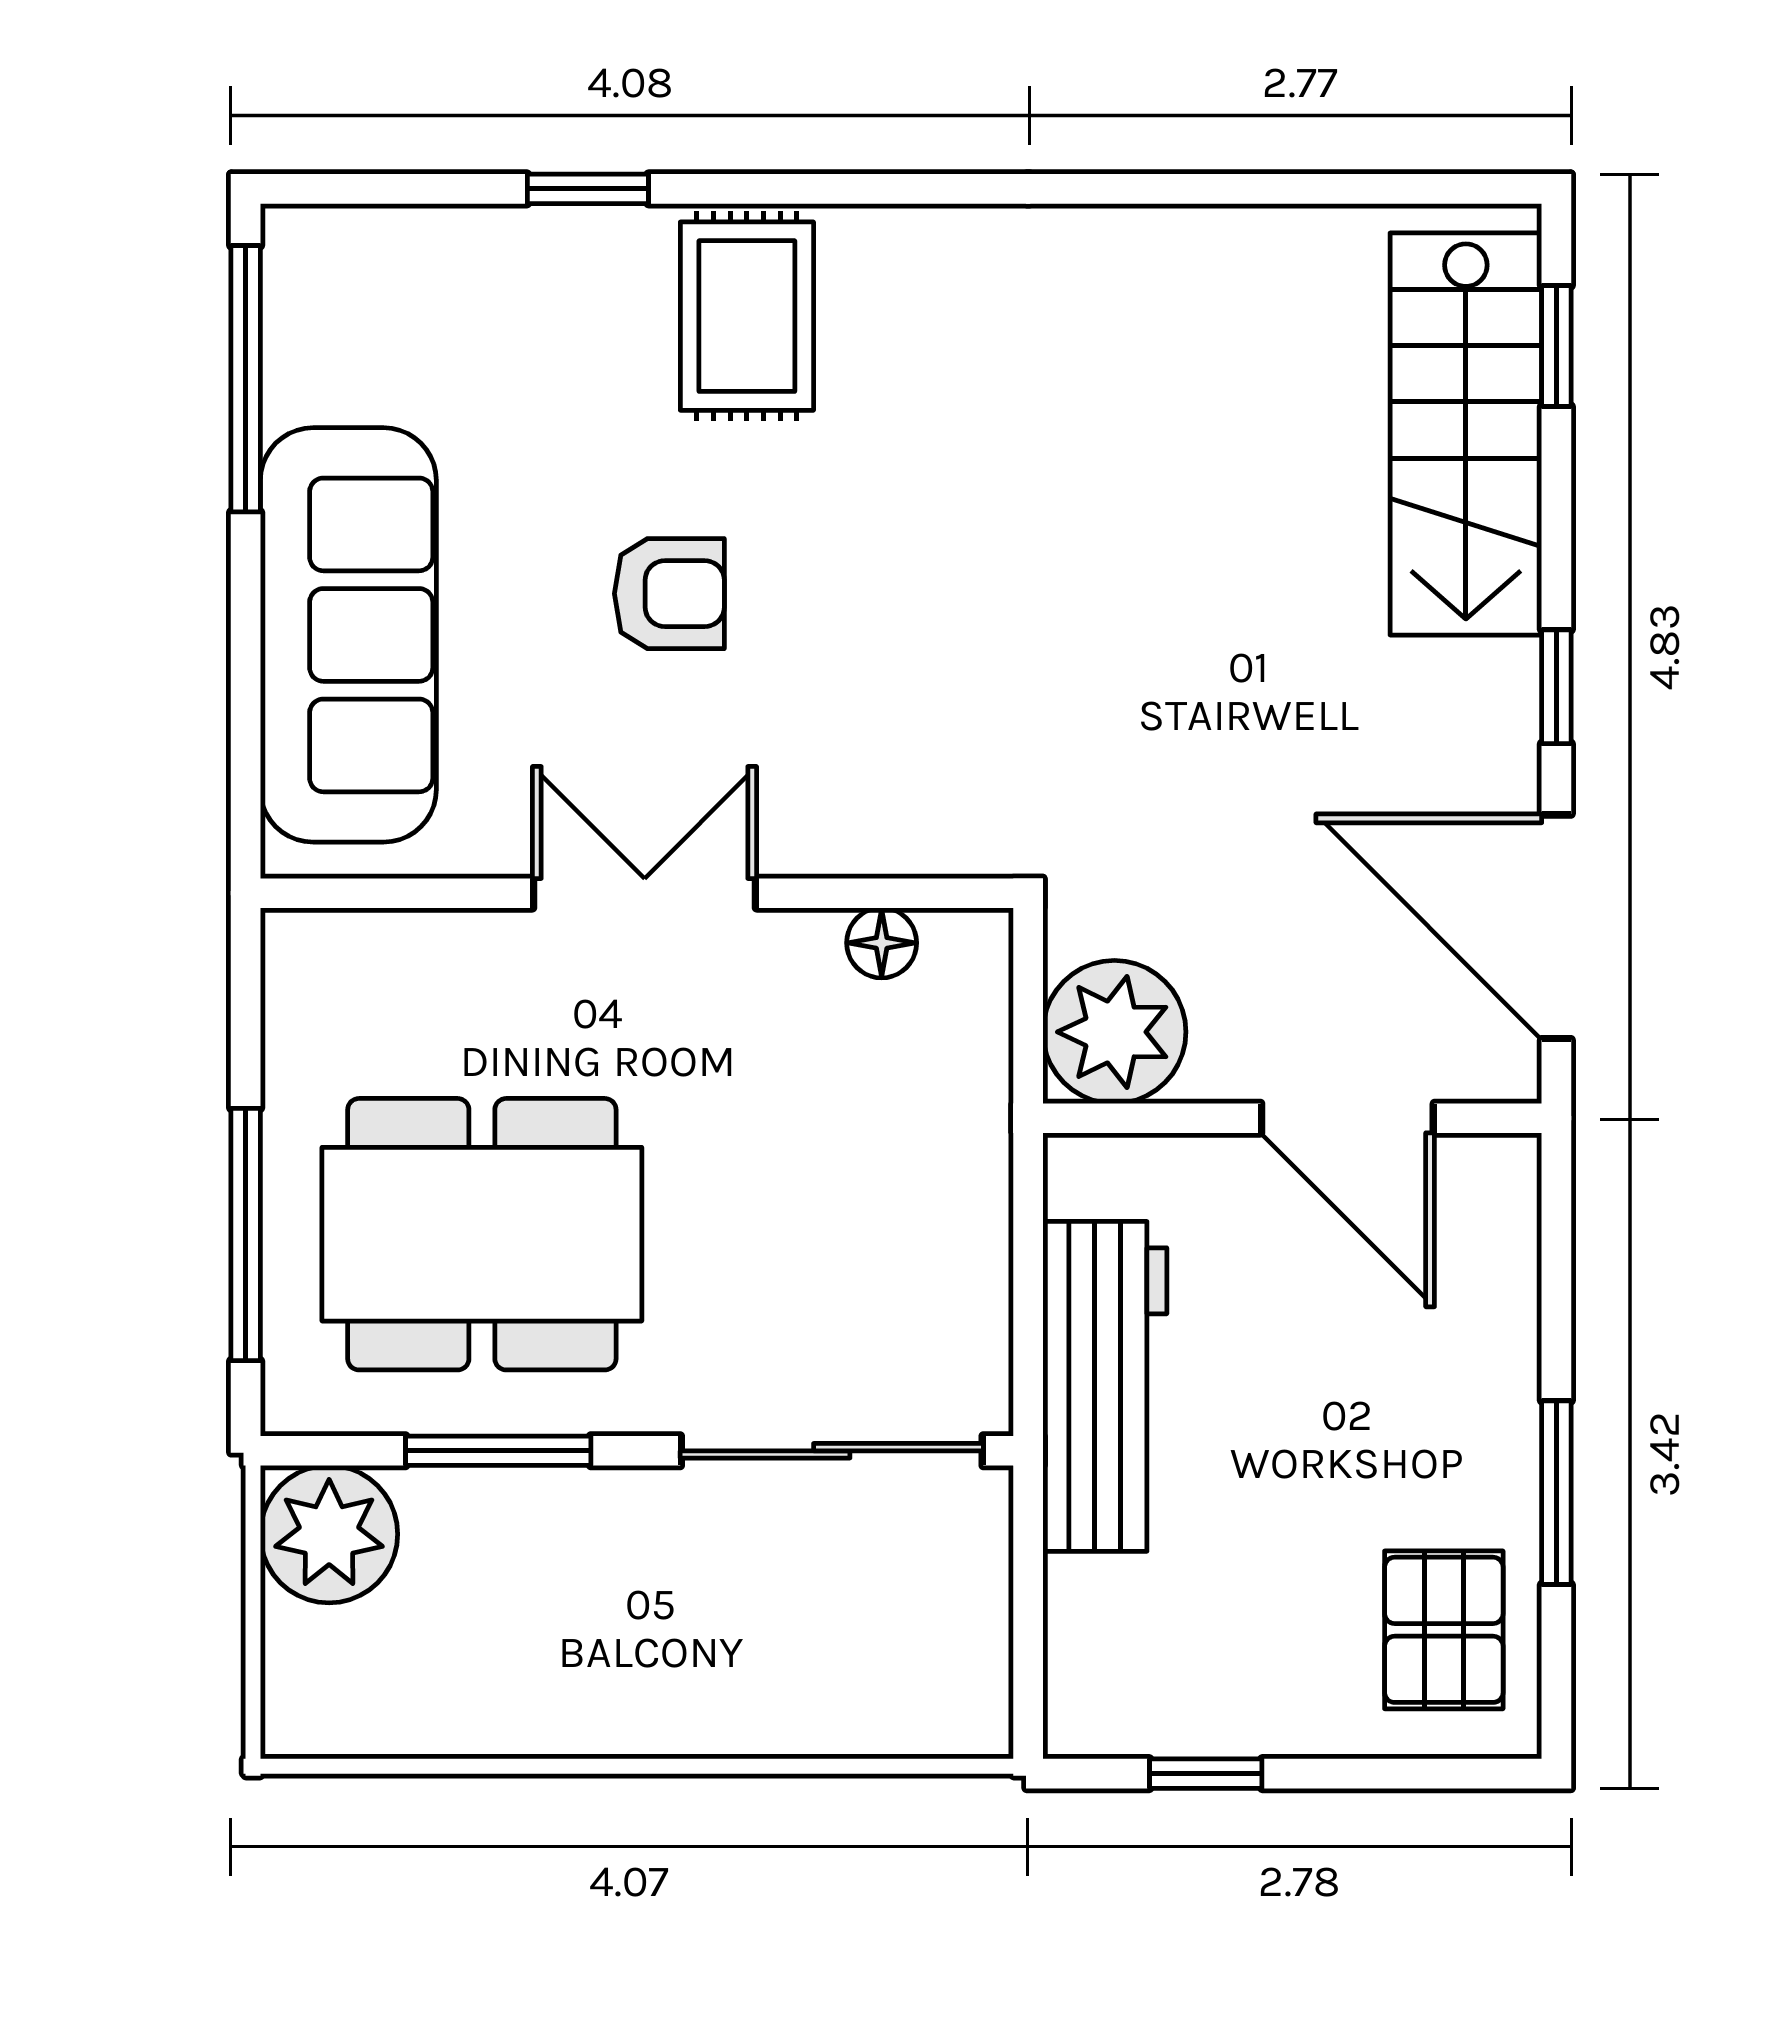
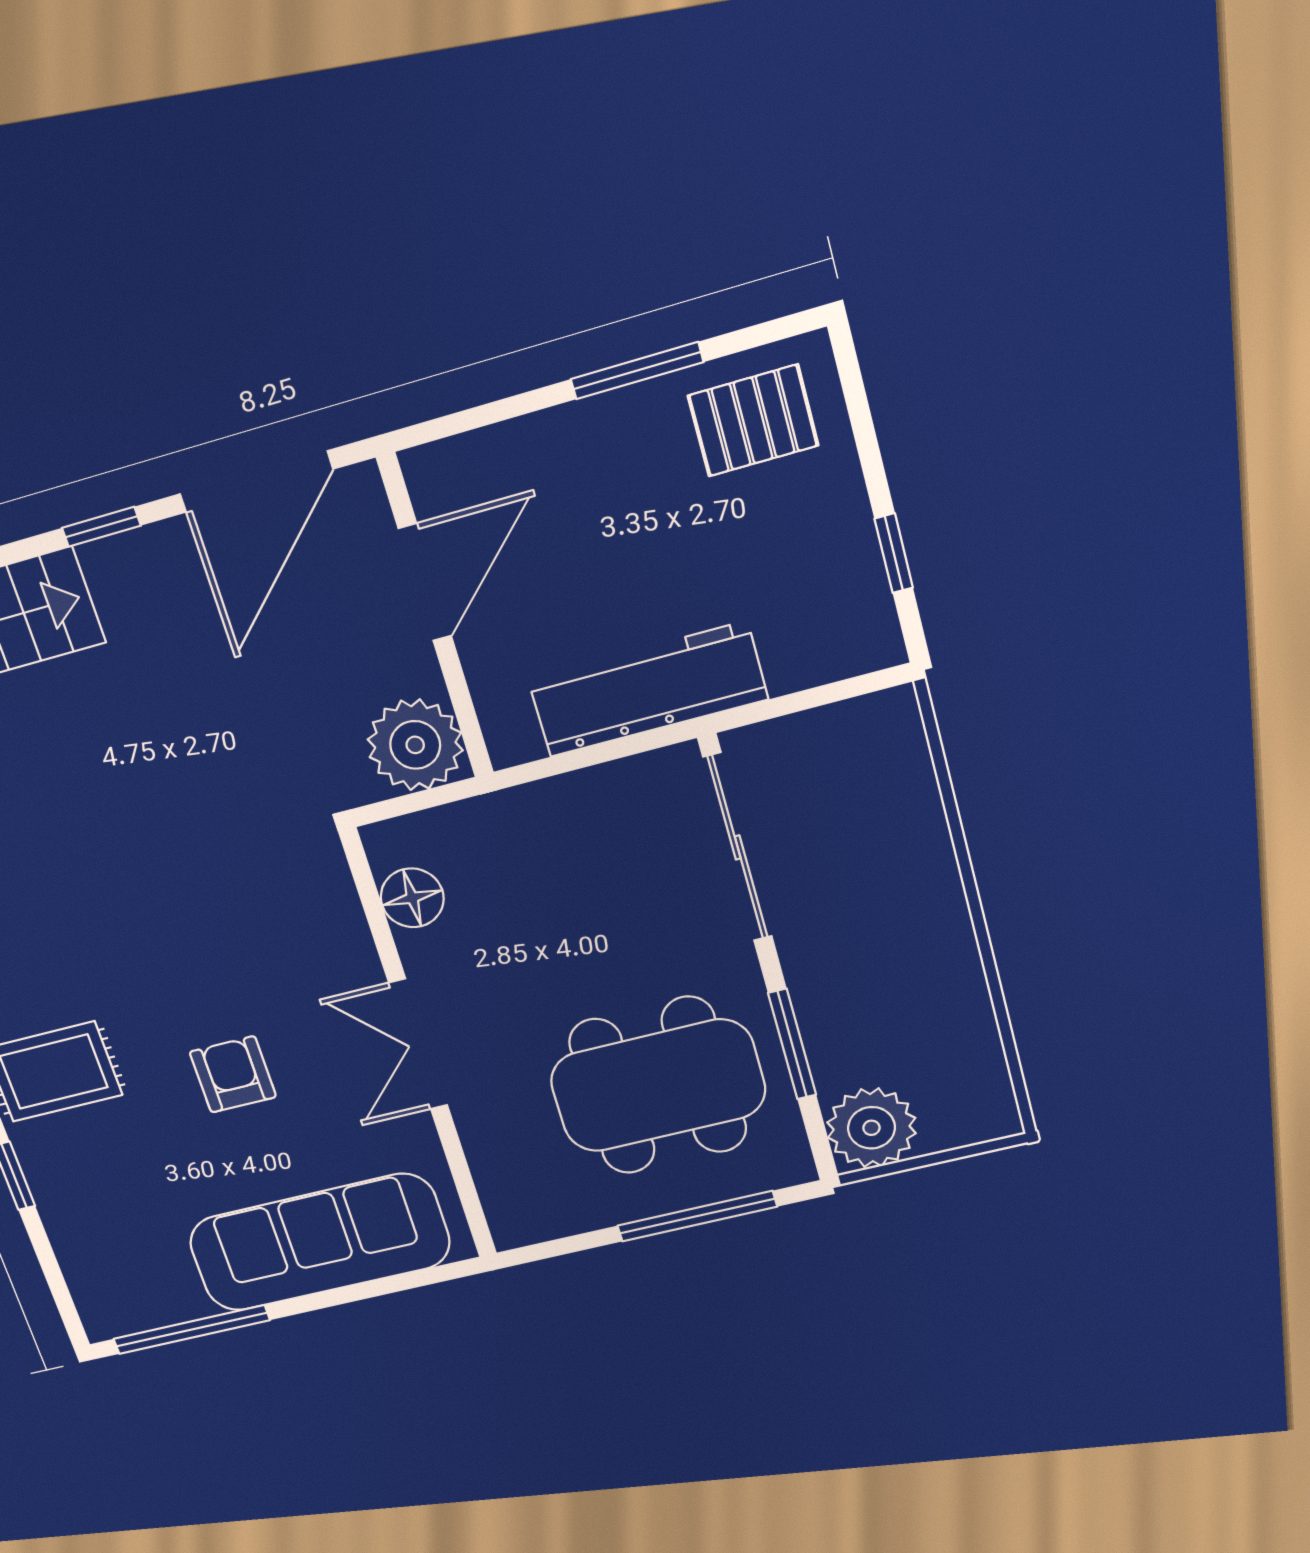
floor lamp: (882, 943) -> (412, 898), width x1.37, depth x1.37
dining table: (482, 1234) -> (658, 1086), turned 90

